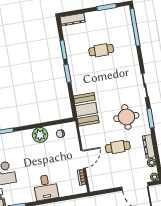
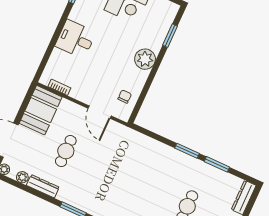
booth: (86, 109) -> (41, 110), moved, turned 90
round table: (126, 117) -> (93, 184), removed
plant: (40, 135) -> (145, 59), moved
door: (83, 159) -> (100, 112), moved

